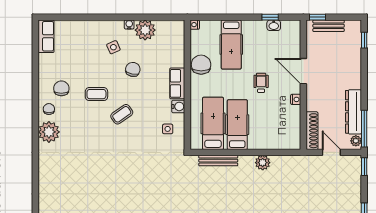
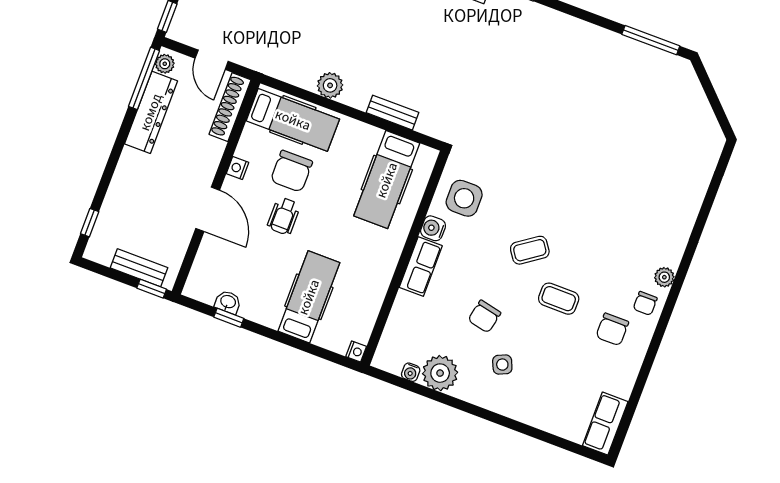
water cooler: (129, 25) -> (411, 372), moved
chair: (201, 65) -> (291, 171), moved
hospital bed: (237, 125) -> (293, 120), moved, turned -90
side table: (168, 129) -> (464, 198), width x1.87, depth x1.87
plant: (49, 132) -> (664, 277), width x0.53, depth x0.53
bench: (218, 161) -> (393, 113), width x0.73

